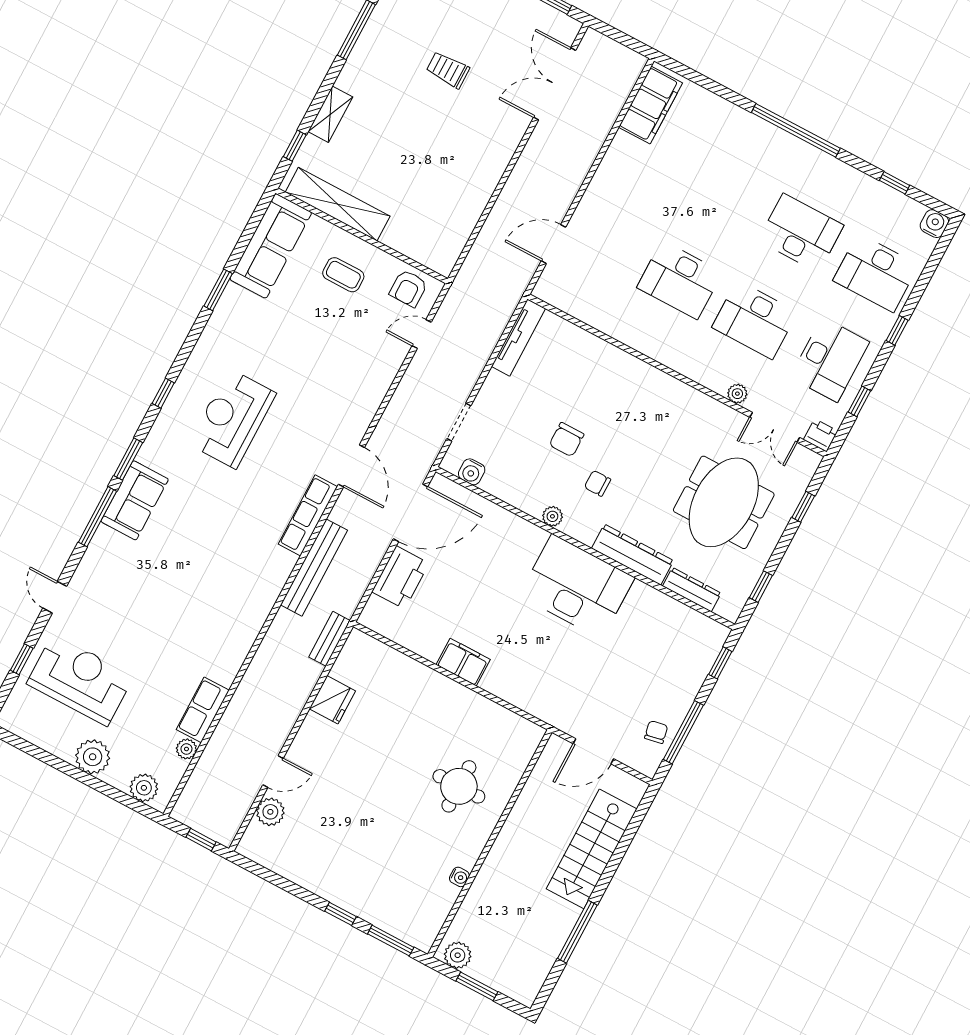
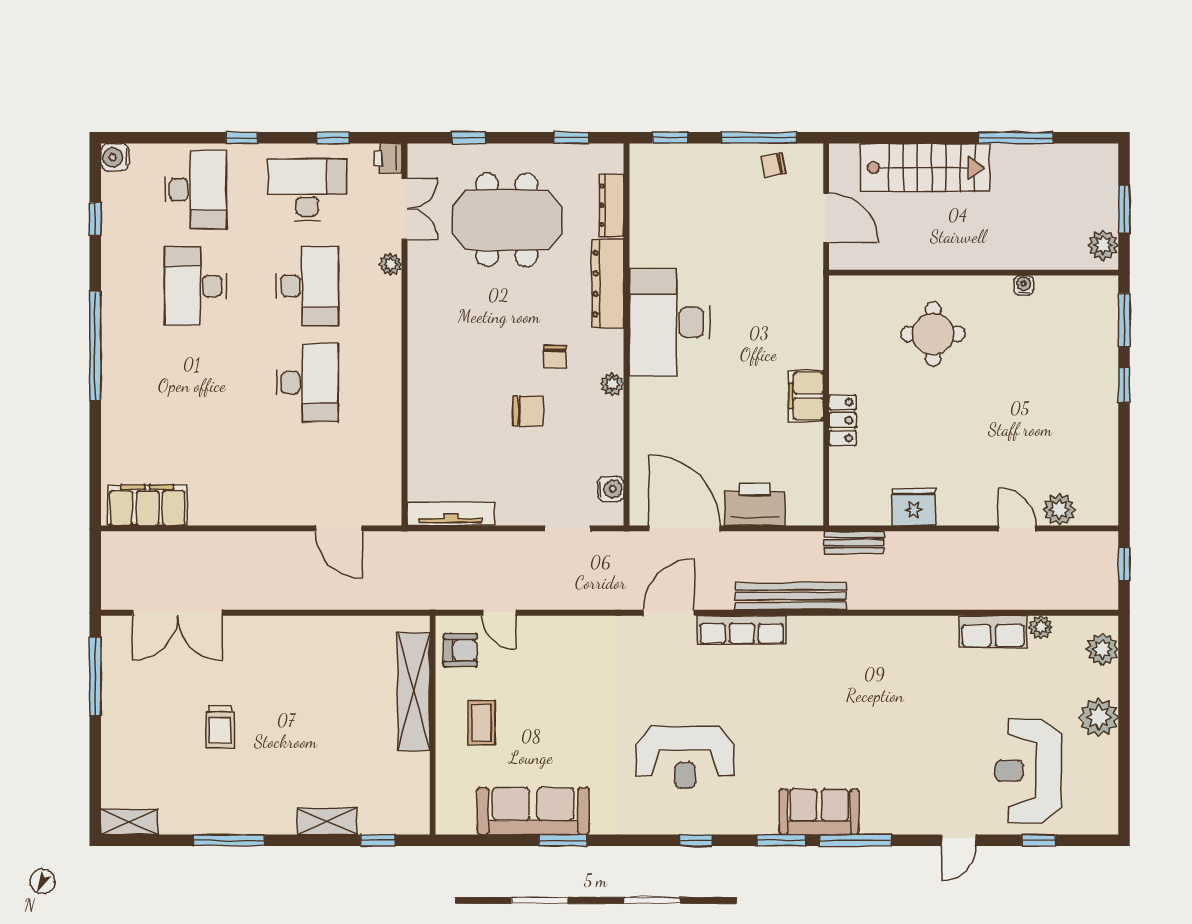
shelving: (338, 204) -> (414, 692), moved
sofa: (271, 246) -> (533, 811), moved
locker: (429, 680) -> (843, 420), added

